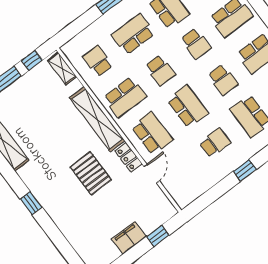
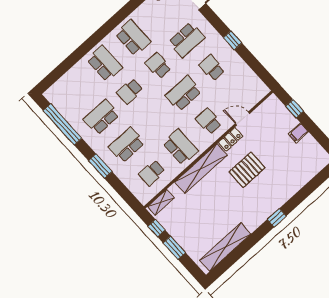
school desk: (133, 34) -> (127, 145), turned 90
school desk: (196, 44) -> (130, 91), turned 180
school desk: (160, 70) -> (155, 119), removed
school desk: (223, 80) -> (158, 66), turned -90
school desk: (152, 133) -> (209, 121), width x0.54
filing cabinet: (129, 238) -> (298, 133), width x0.50

